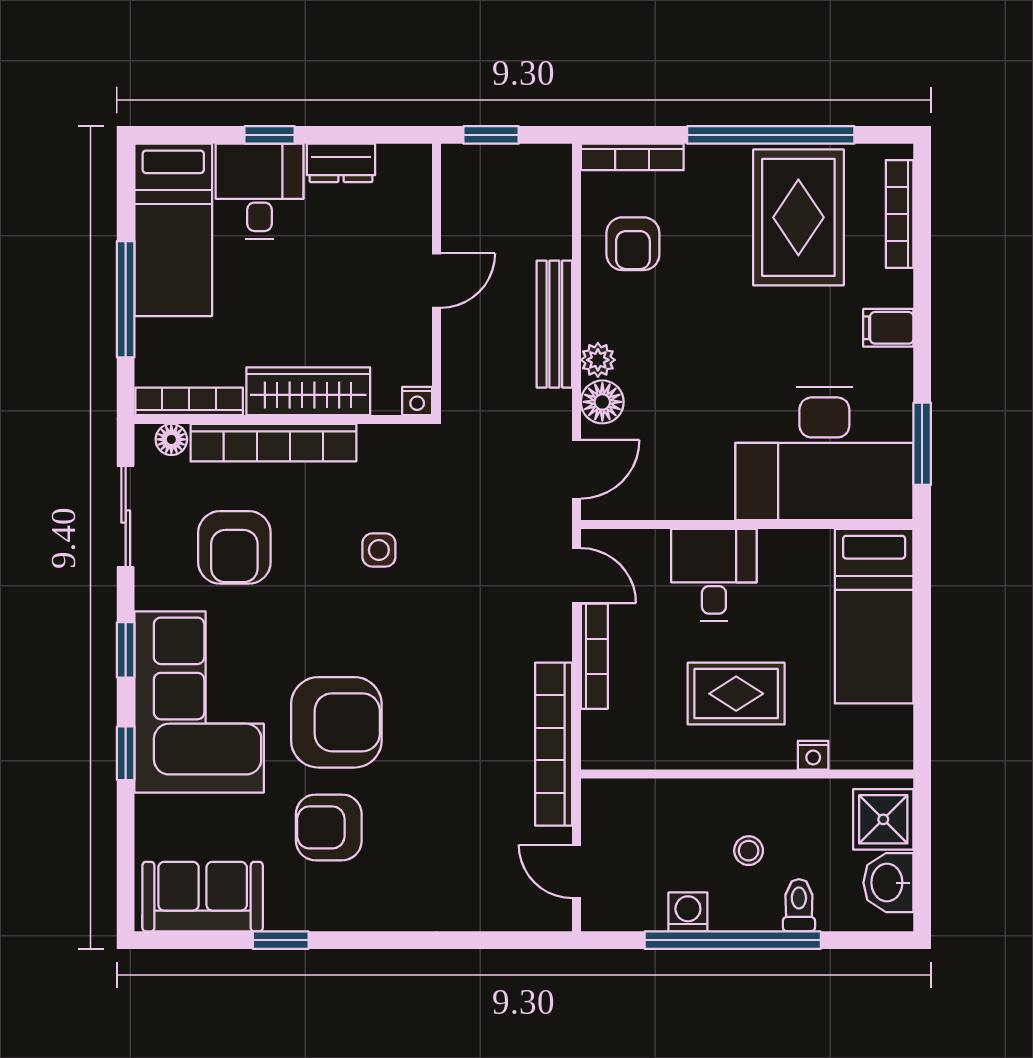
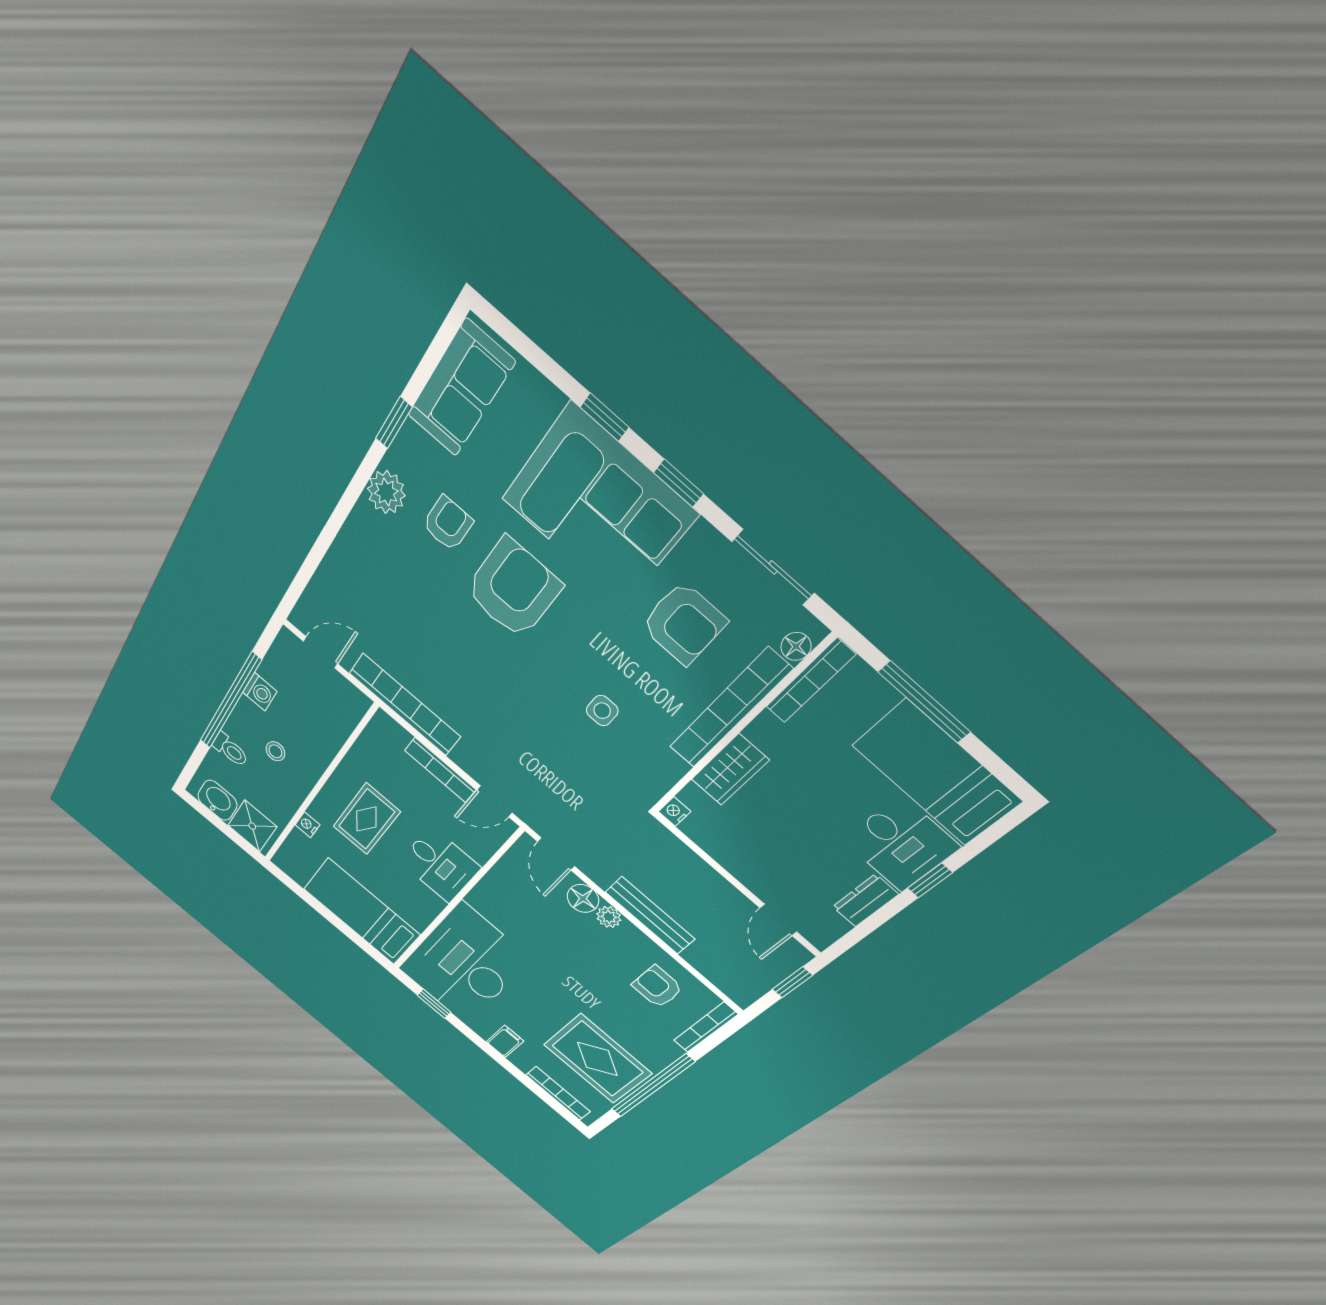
door: (436, 281) -> (778, 920), moved
wardrobe: (308, 391) -> (730, 770), width x0.67
window: (922, 444) -> (434, 1004), width x0.67
armchair: (234, 547) -> (683, 623), turned 180
armchair: (336, 722) -> (513, 589), turned 180
armchair: (329, 827) -> (448, 524), width x0.72, depth x0.72
plant: (350, 907) -> (386, 492), added

